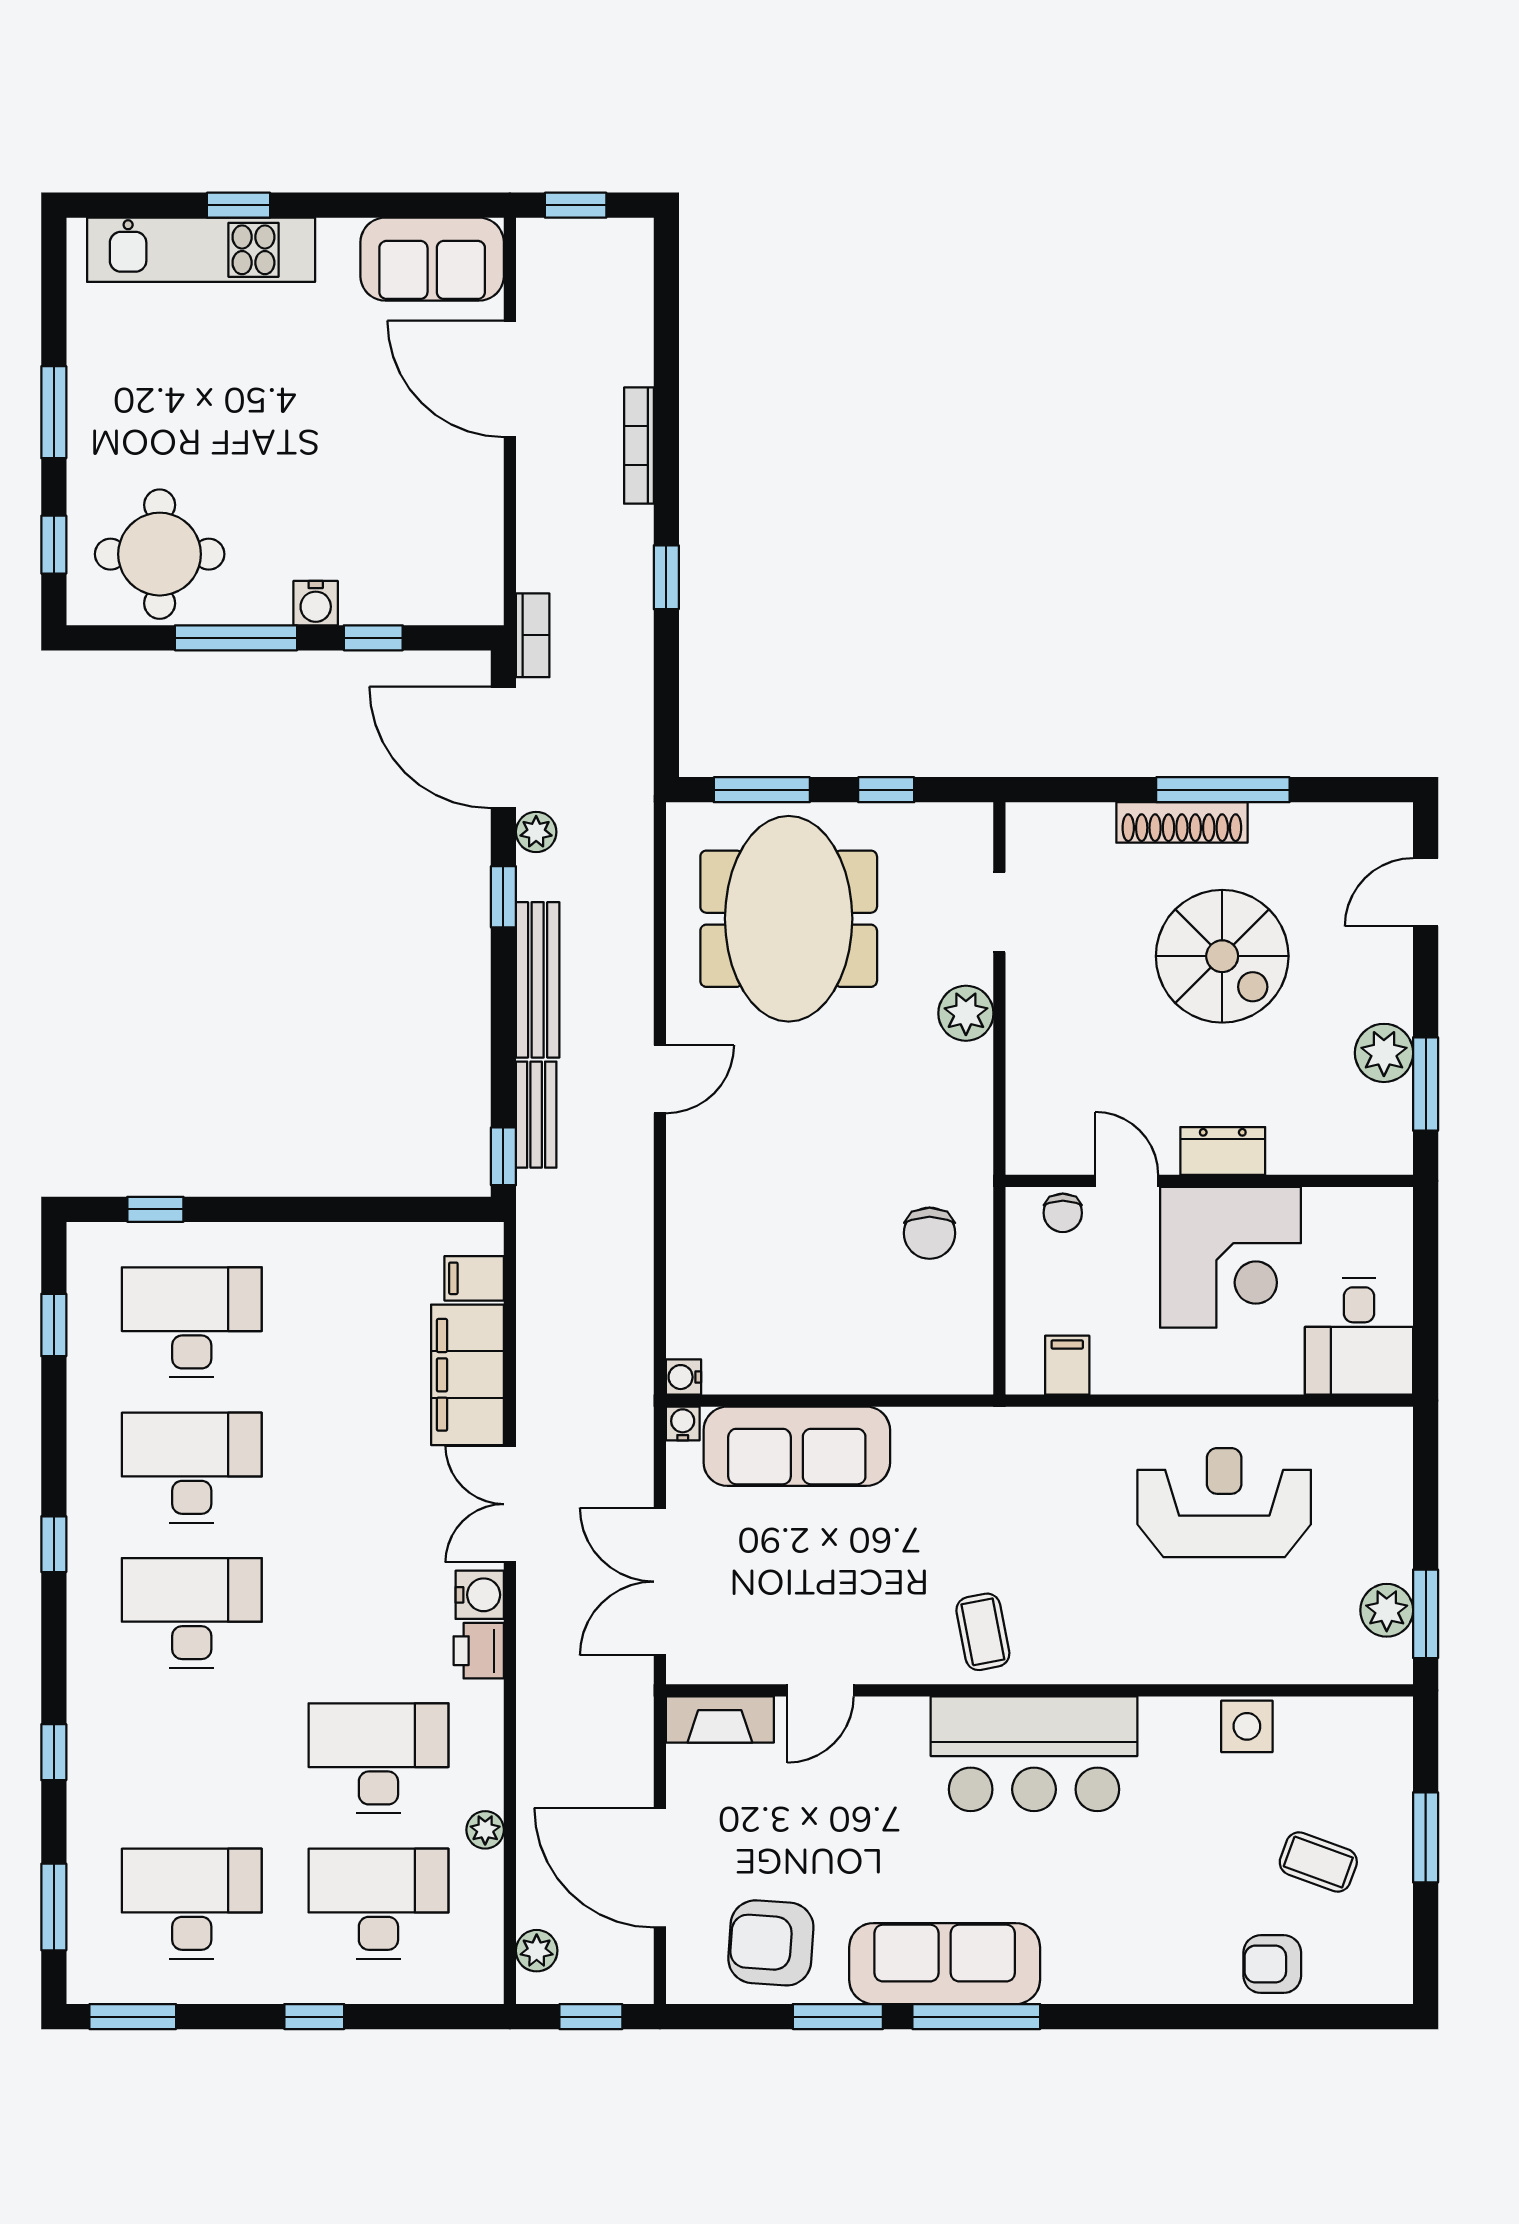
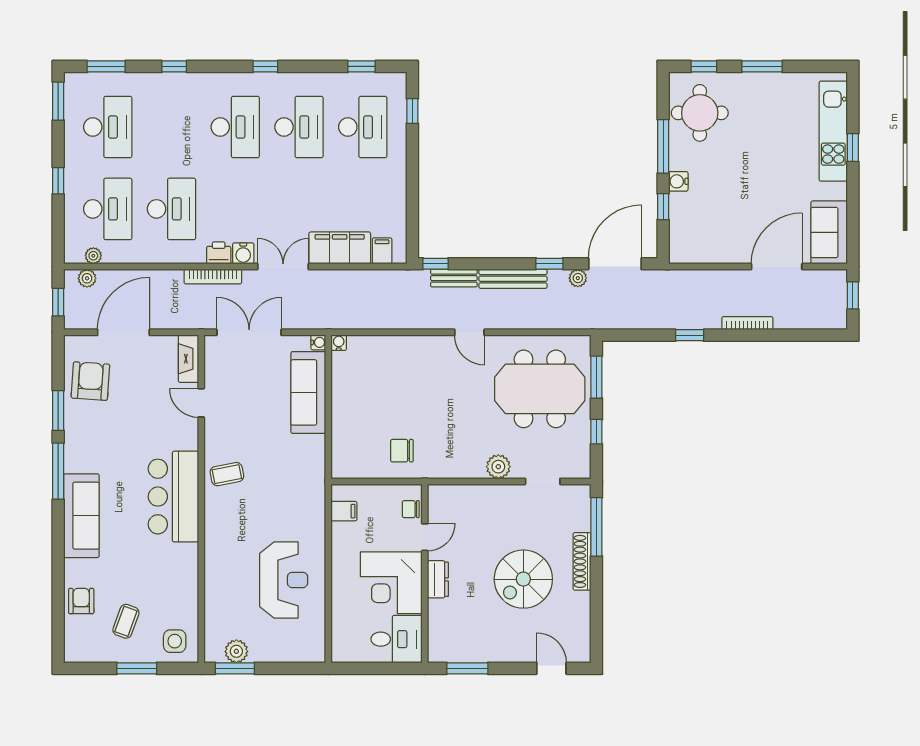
bookcase: (533, 635) -> (213, 277), moved, width x1.56
window: (1223, 790) -> (596, 527), moved
plant: (1384, 1053) -> (481, 650), removed
desk: (1359, 1336) -> (397, 639), moved, turned 180
side table: (1247, 1726) -> (175, 641), moved
plant: (485, 1830) -> (93, 256), moved
sofa: (945, 1964) -> (81, 516), moved

